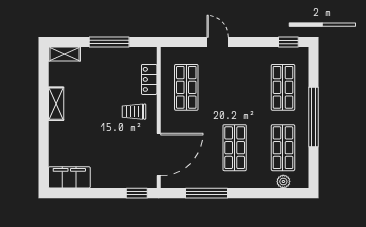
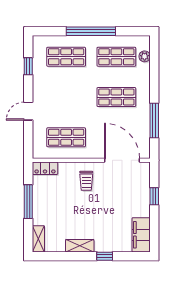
window: (288, 42) -> (28, 66), moved
locker: (149, 79) -> (45, 168), moved
window: (44, 134) -> (105, 256), added
window: (137, 193) -> (154, 196), moved

